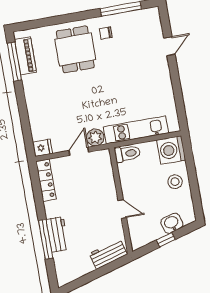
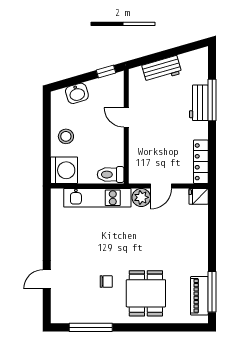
chair: (106, 33) -> (106, 282), moved
window: (166, 240) -> (106, 72), moved
workbench: (108, 254) -> (162, 69), moved

